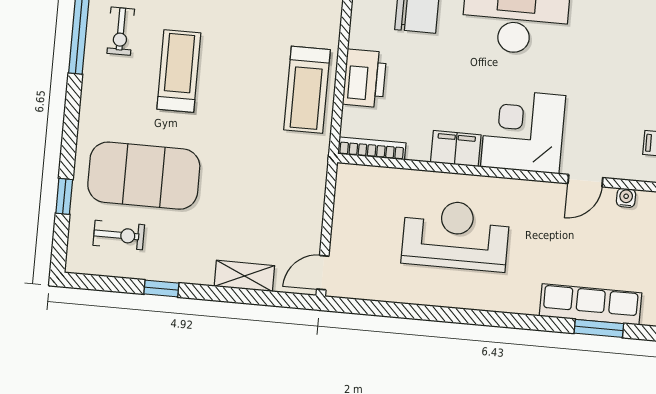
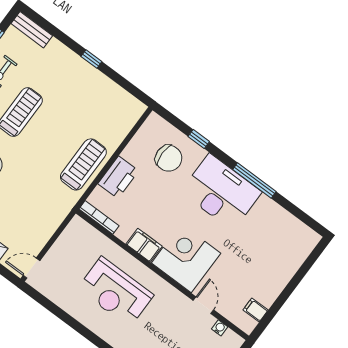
treadmill: (307, 90) -> (83, 164), turned 180
door: (585, 181) -> (203, 305), swing flipped
reception desk: (456, 235) -> (116, 292), turned 180

